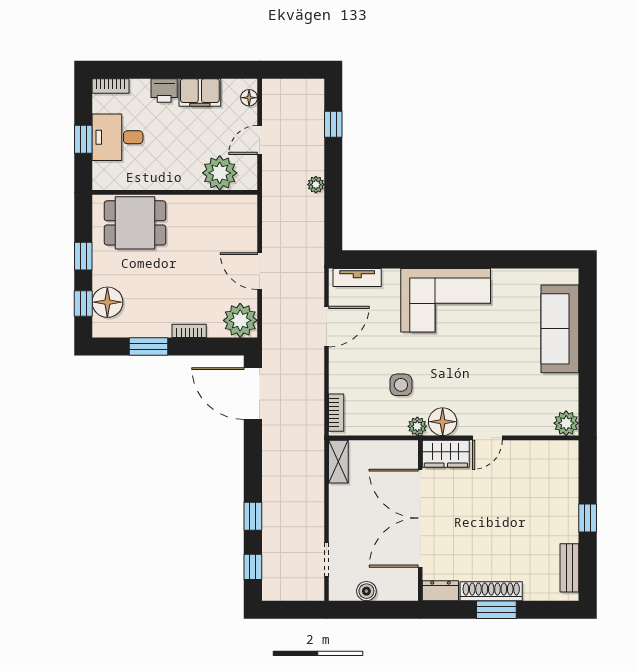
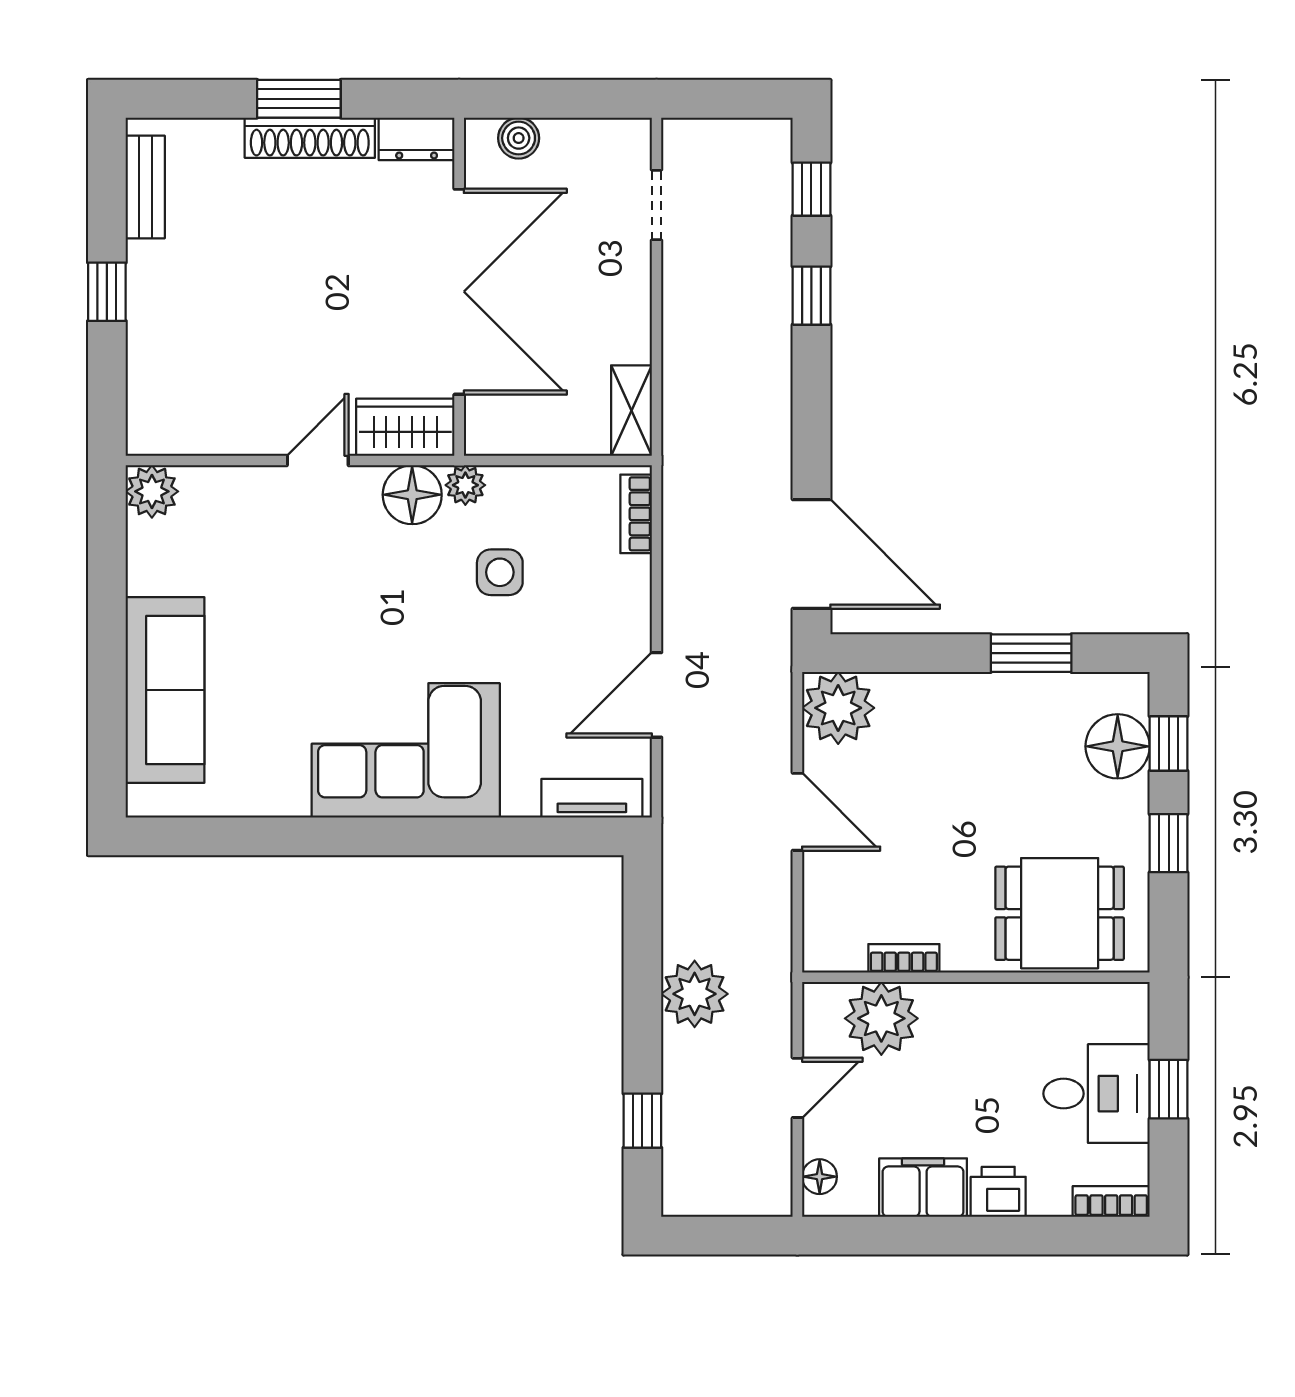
plant: (316, 185) -> (695, 994), width x1.88, depth x1.88
bookcase: (189, 331) -> (904, 958), moved, turned 180
boiler: (366, 591) -> (519, 138), moved

